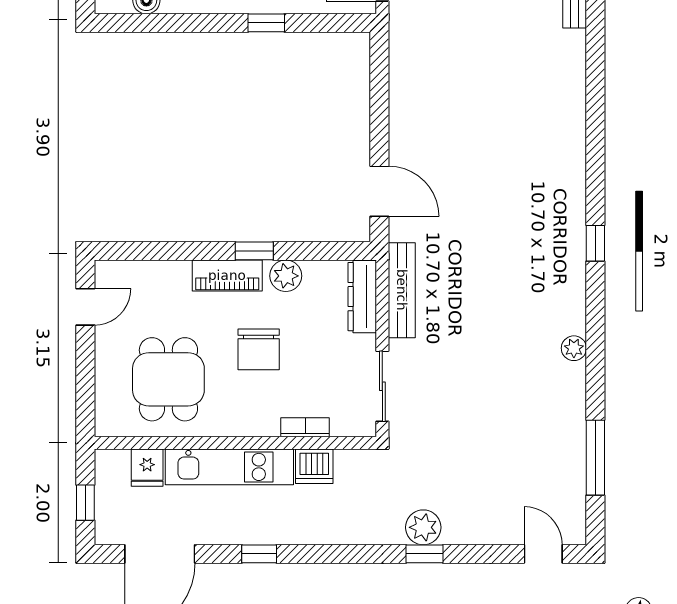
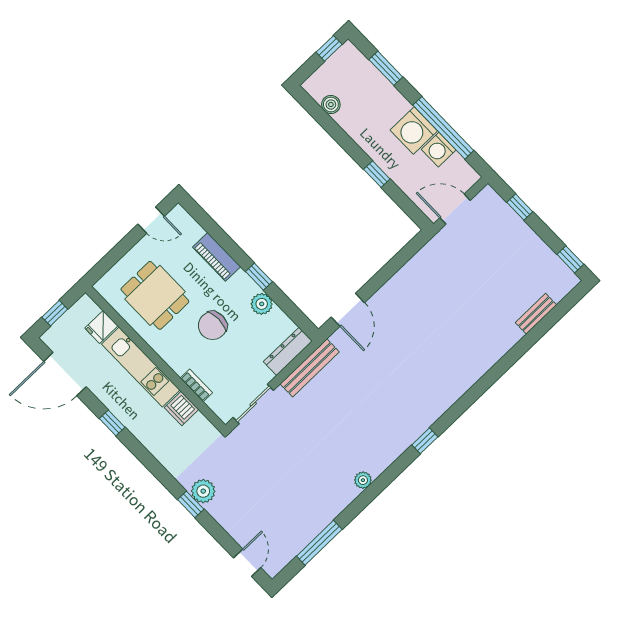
piano: (227, 275) -> (217, 257), moved
dining table: (168, 379) -> (155, 295), turned 90

